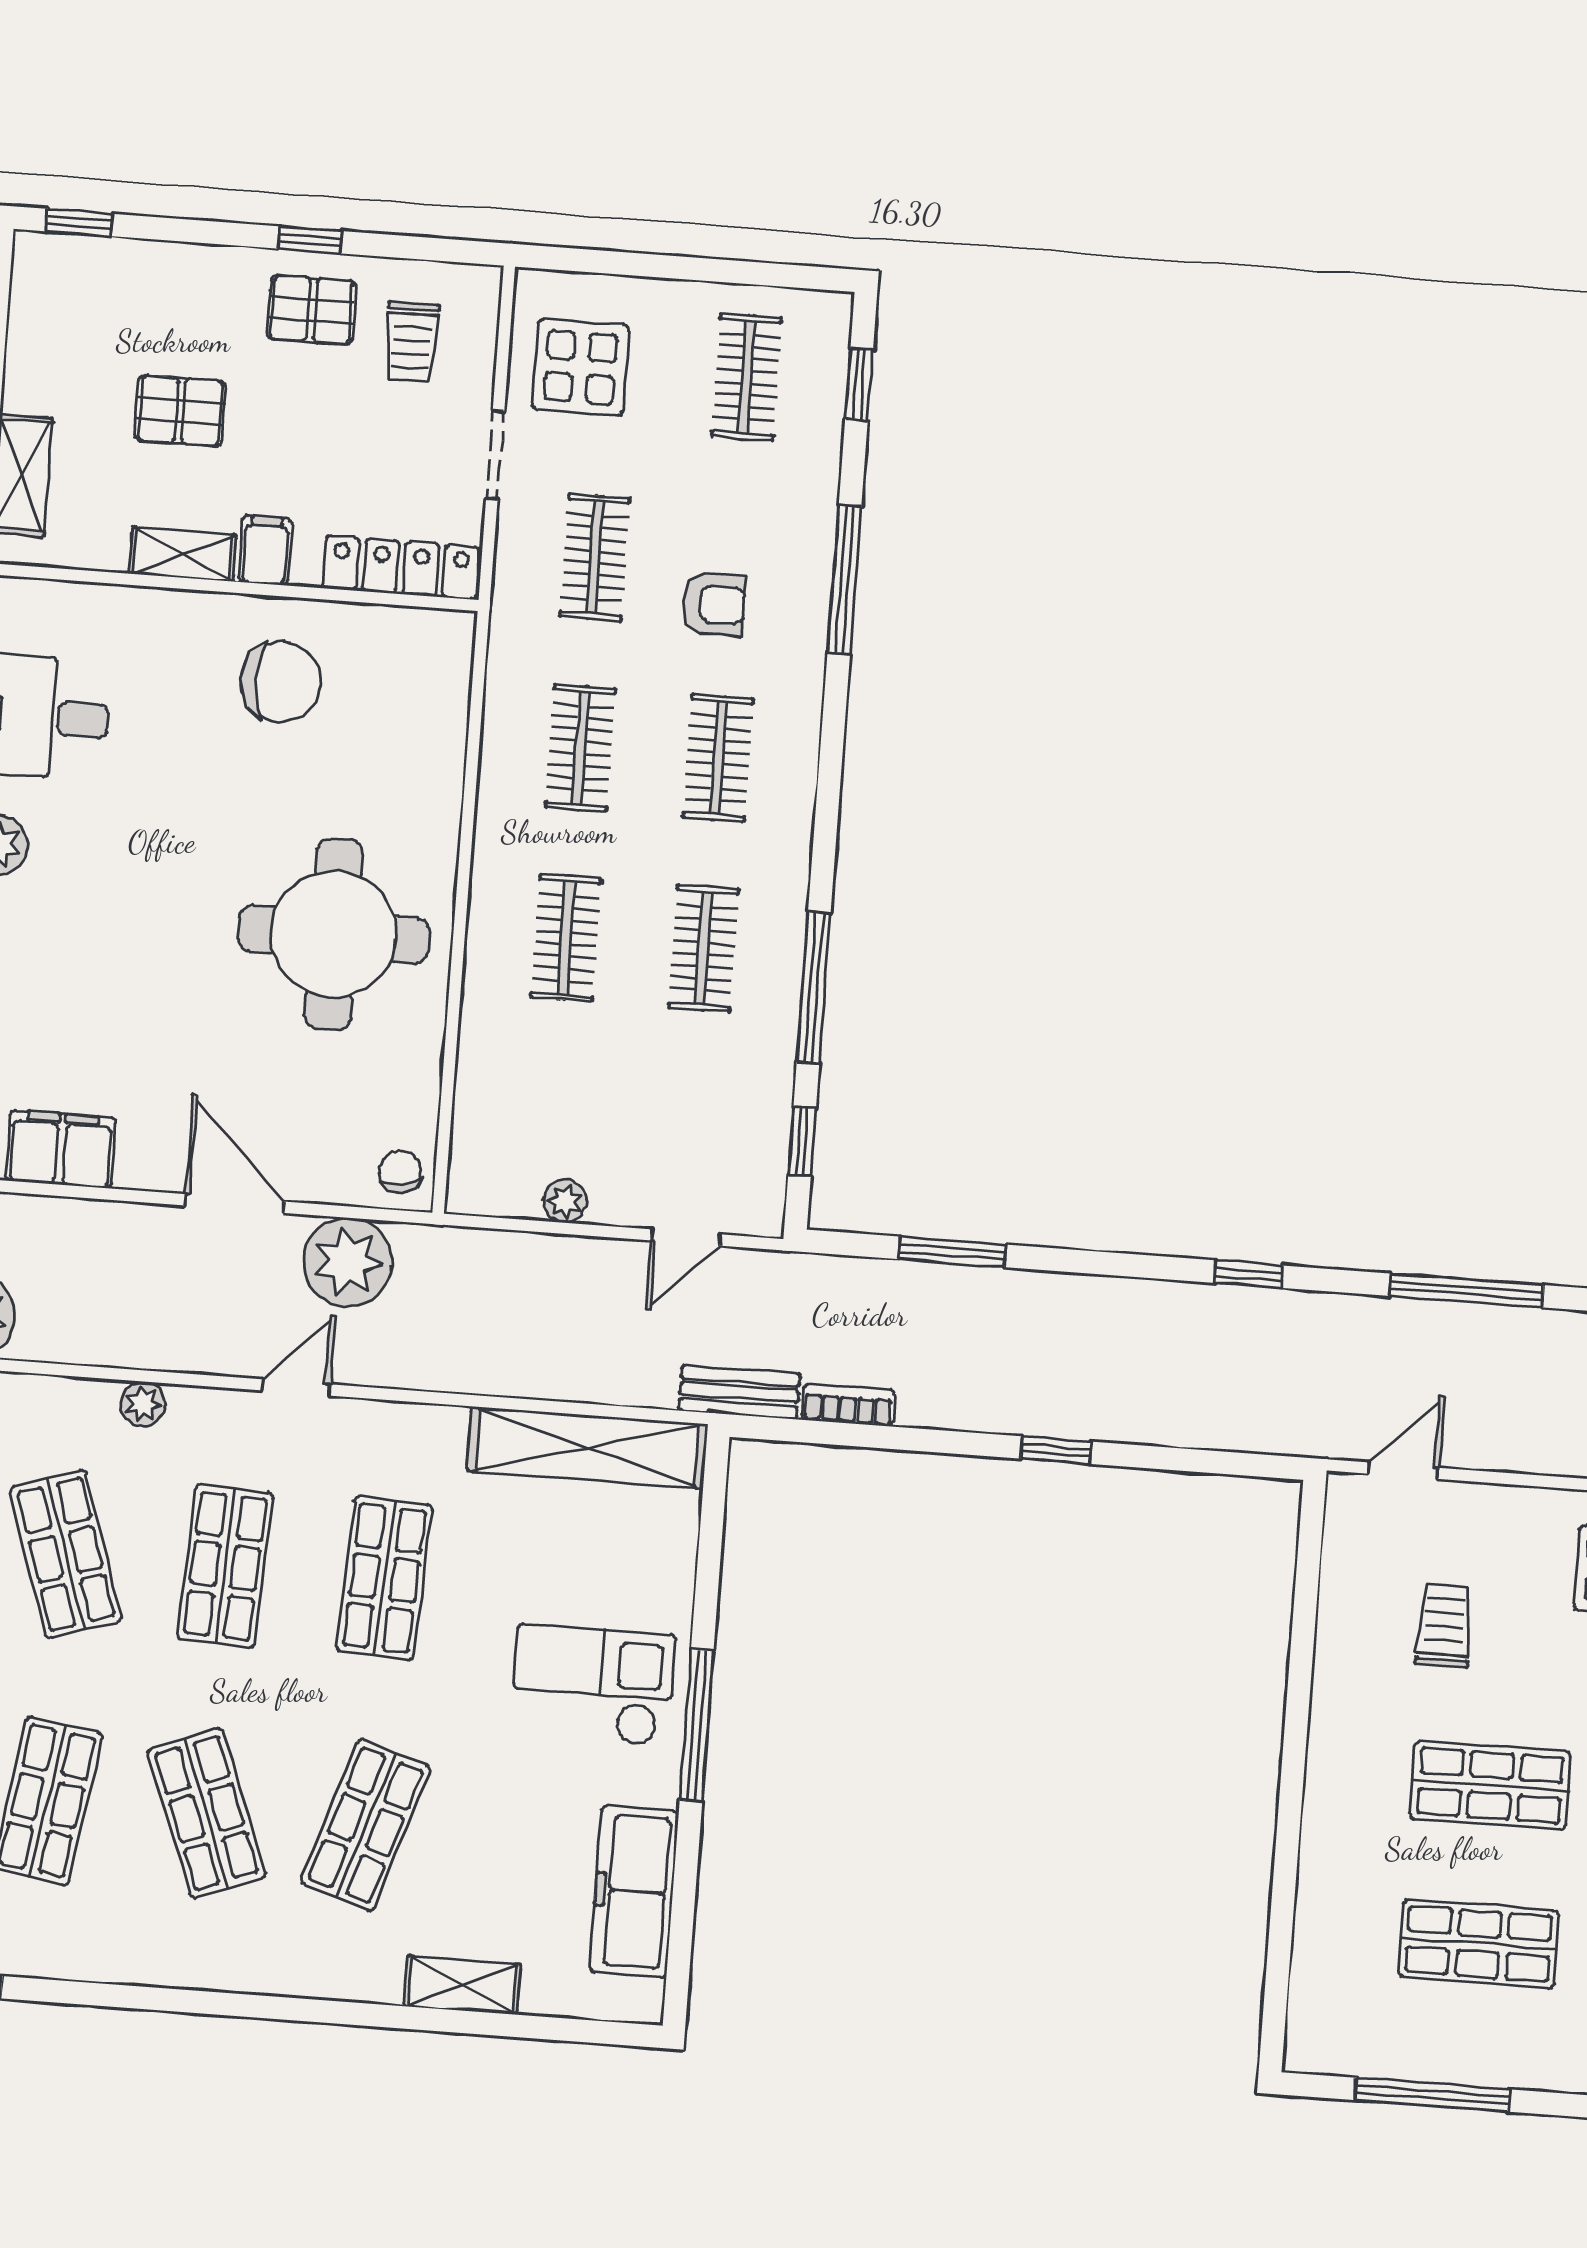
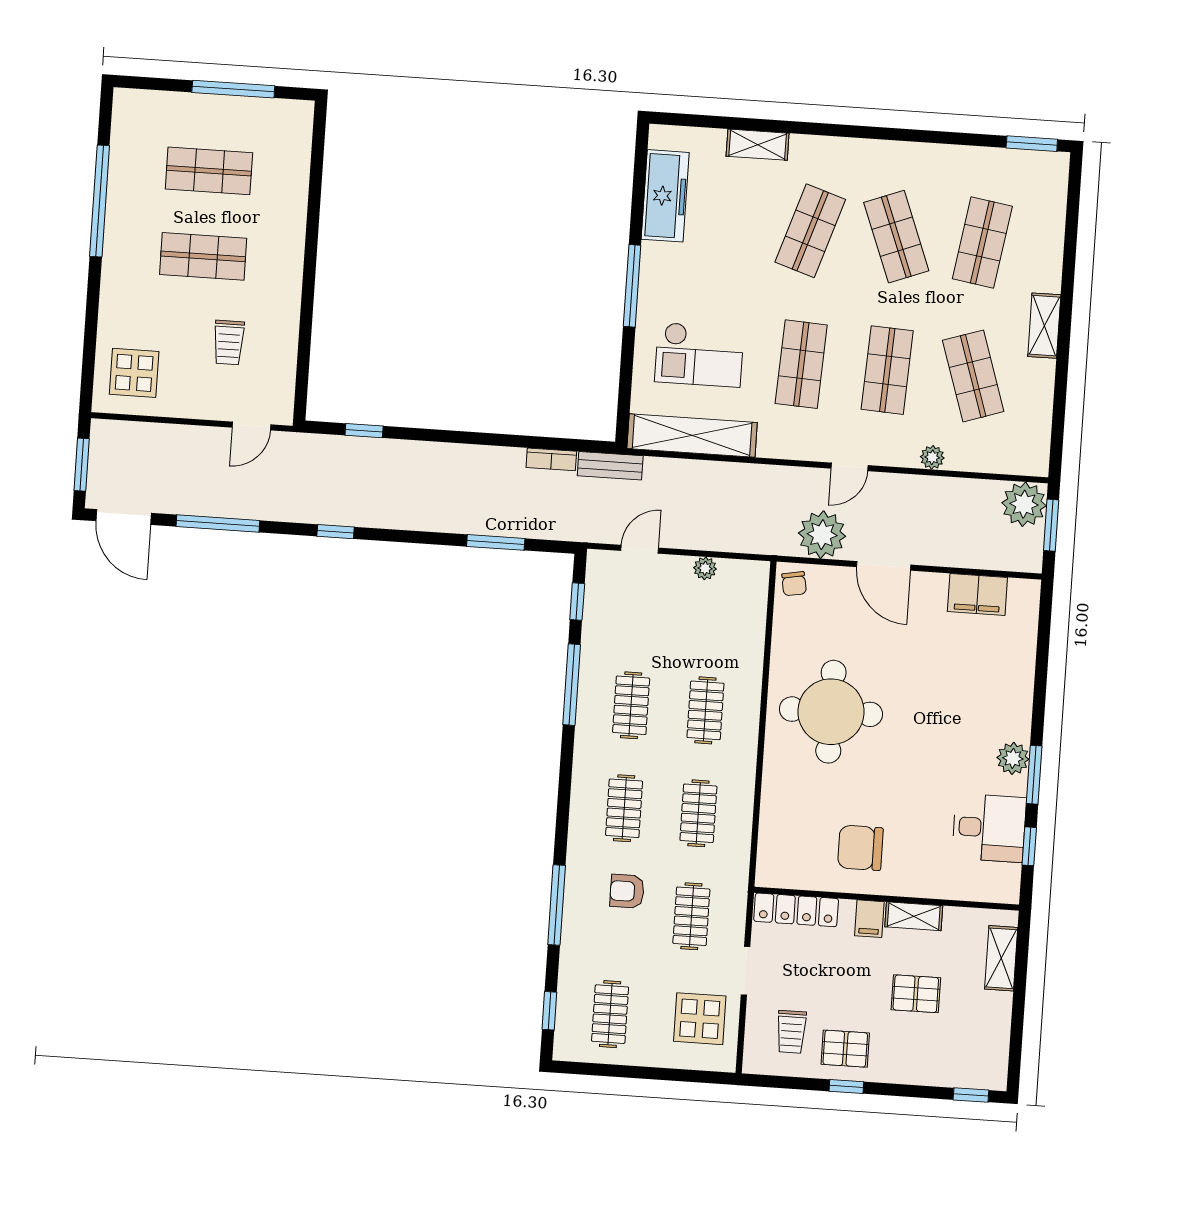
trolley: (411, 342) -> (791, 1032), turned 180
window: (1056, 1450) -> (364, 431), moved
checkout: (593, 1685) -> (699, 355), moved

